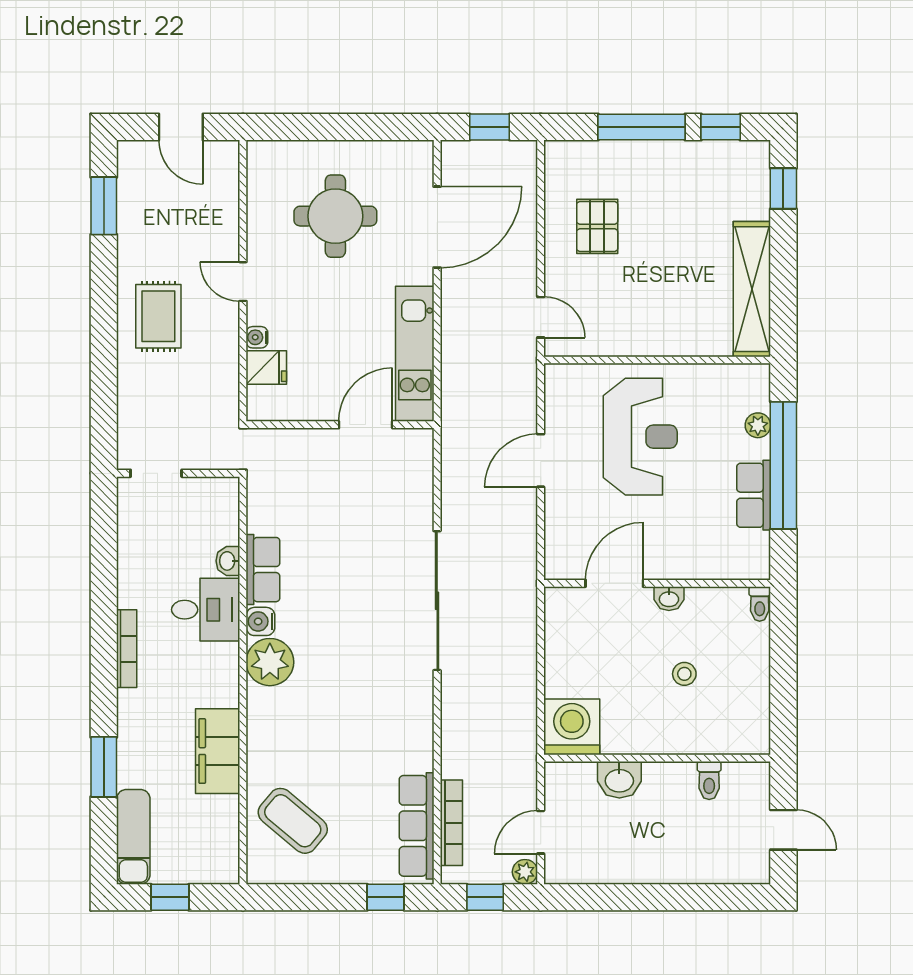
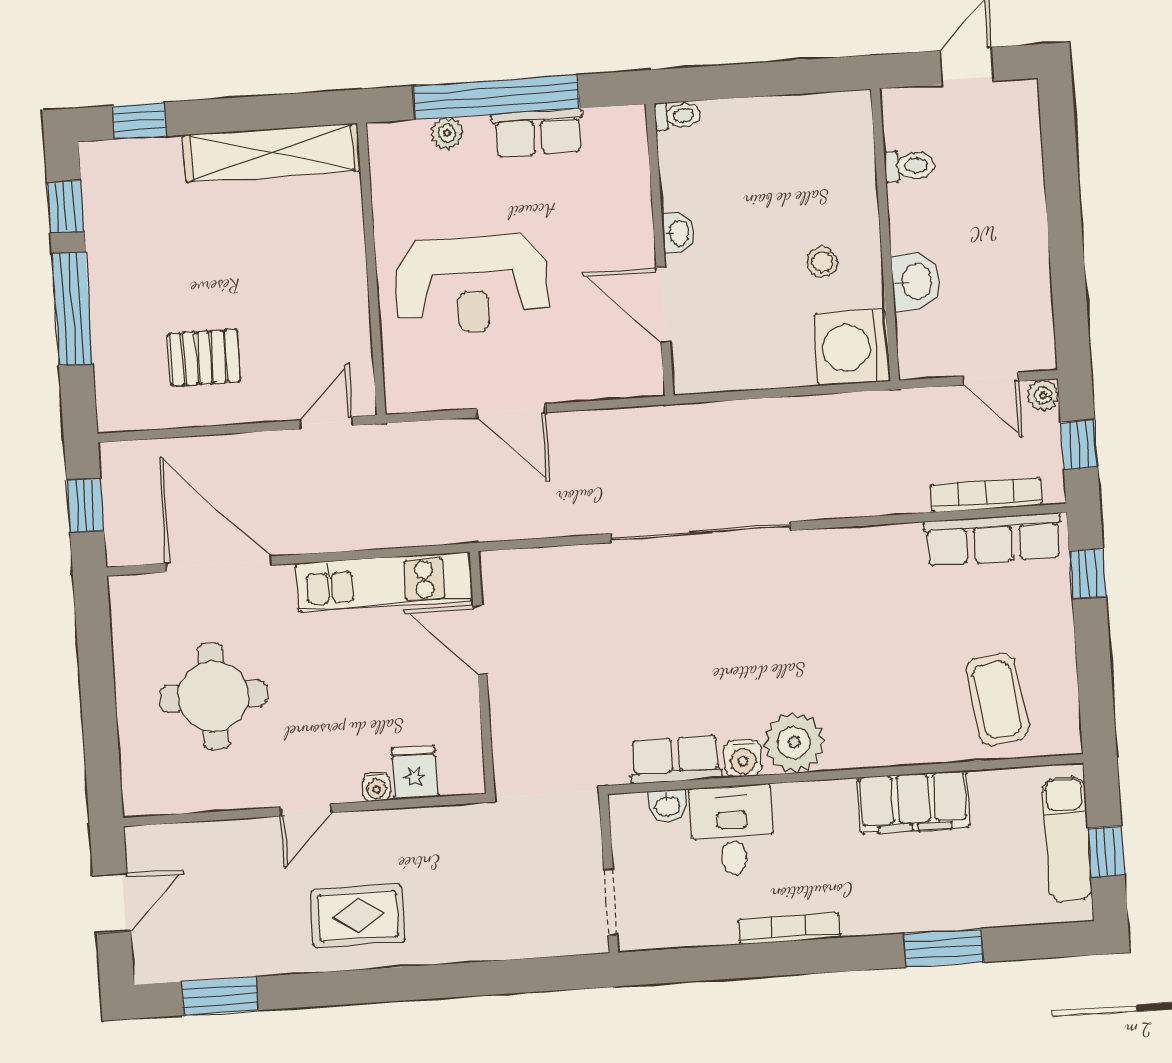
reception desk: (640, 437) -> (472, 284), turned 180
doorway: (156, 473) -> (611, 902), moved
wall: (178, 473) -> (609, 874), moved
stool: (684, 674) -> (822, 262), moved
coffee table: (293, 821) -> (997, 699), turned -48
exam couch: (133, 837) -> (1067, 839), moved, turned -90

